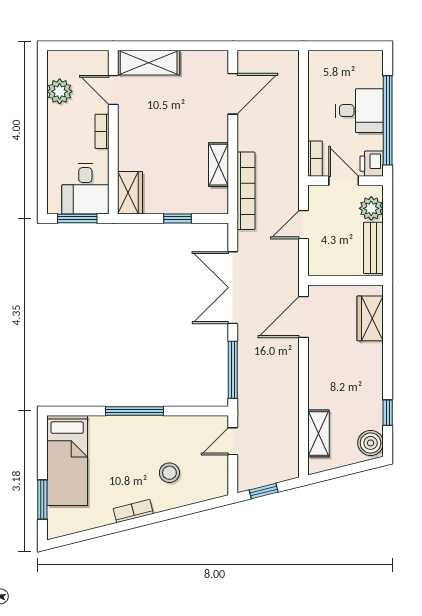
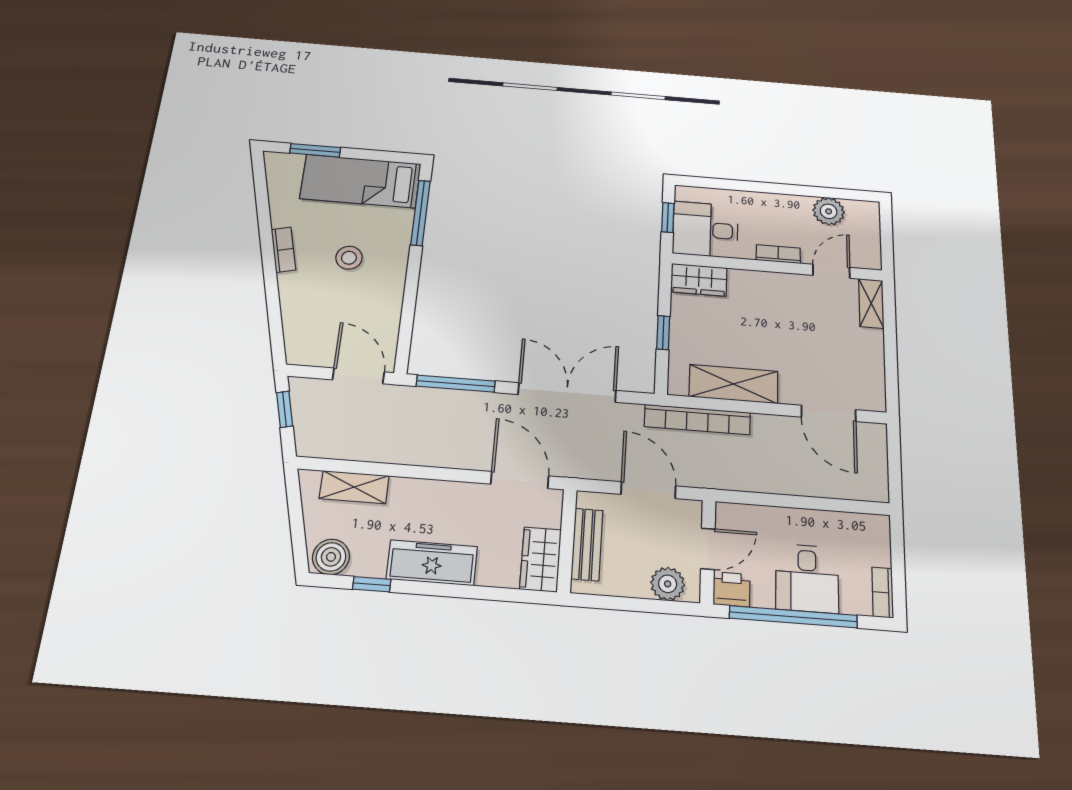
shelving: (149, 63) -> (871, 303), width x0.67, depth x0.75
bookcase: (315, 159) -> (883, 592), moved, turned 90
shelving: (218, 165) -> (733, 384), width x1.50, depth x1.33
window: (77, 218) -> (668, 218), width x0.67
door: (304, 225) -> (648, 490), width x1.38
bench: (373, 248) -> (587, 544), moved, turned 90
wardrobe: (370, 318) -> (541, 559), moved, turned -90
freezer: (369, 373) -> (432, 563), added
window: (134, 411) -> (420, 213), moved
door: (233, 441) -> (358, 376), width x1.38
stool: (169, 473) -> (349, 258), moved

